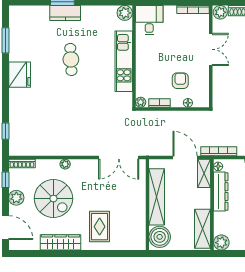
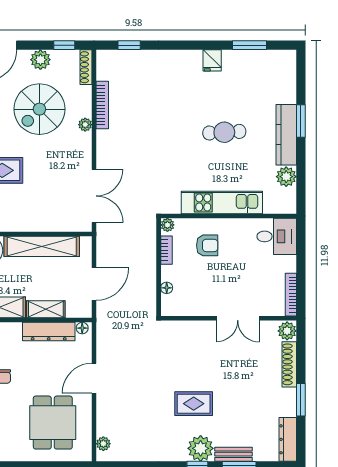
kitchen counter: (65, 13) -> (286, 135), width x1.50
plant: (125, 13) -> (286, 177), moved
fridge: (20, 75) -> (212, 60), width x0.53, depth x0.75
armchair: (180, 81) -> (207, 245), moved
bookcase: (219, 151) -> (102, 105), moved
double door: (119, 157) -> (94, 196), swing flipped
shelving: (204, 173) -> (46, 309), moved

